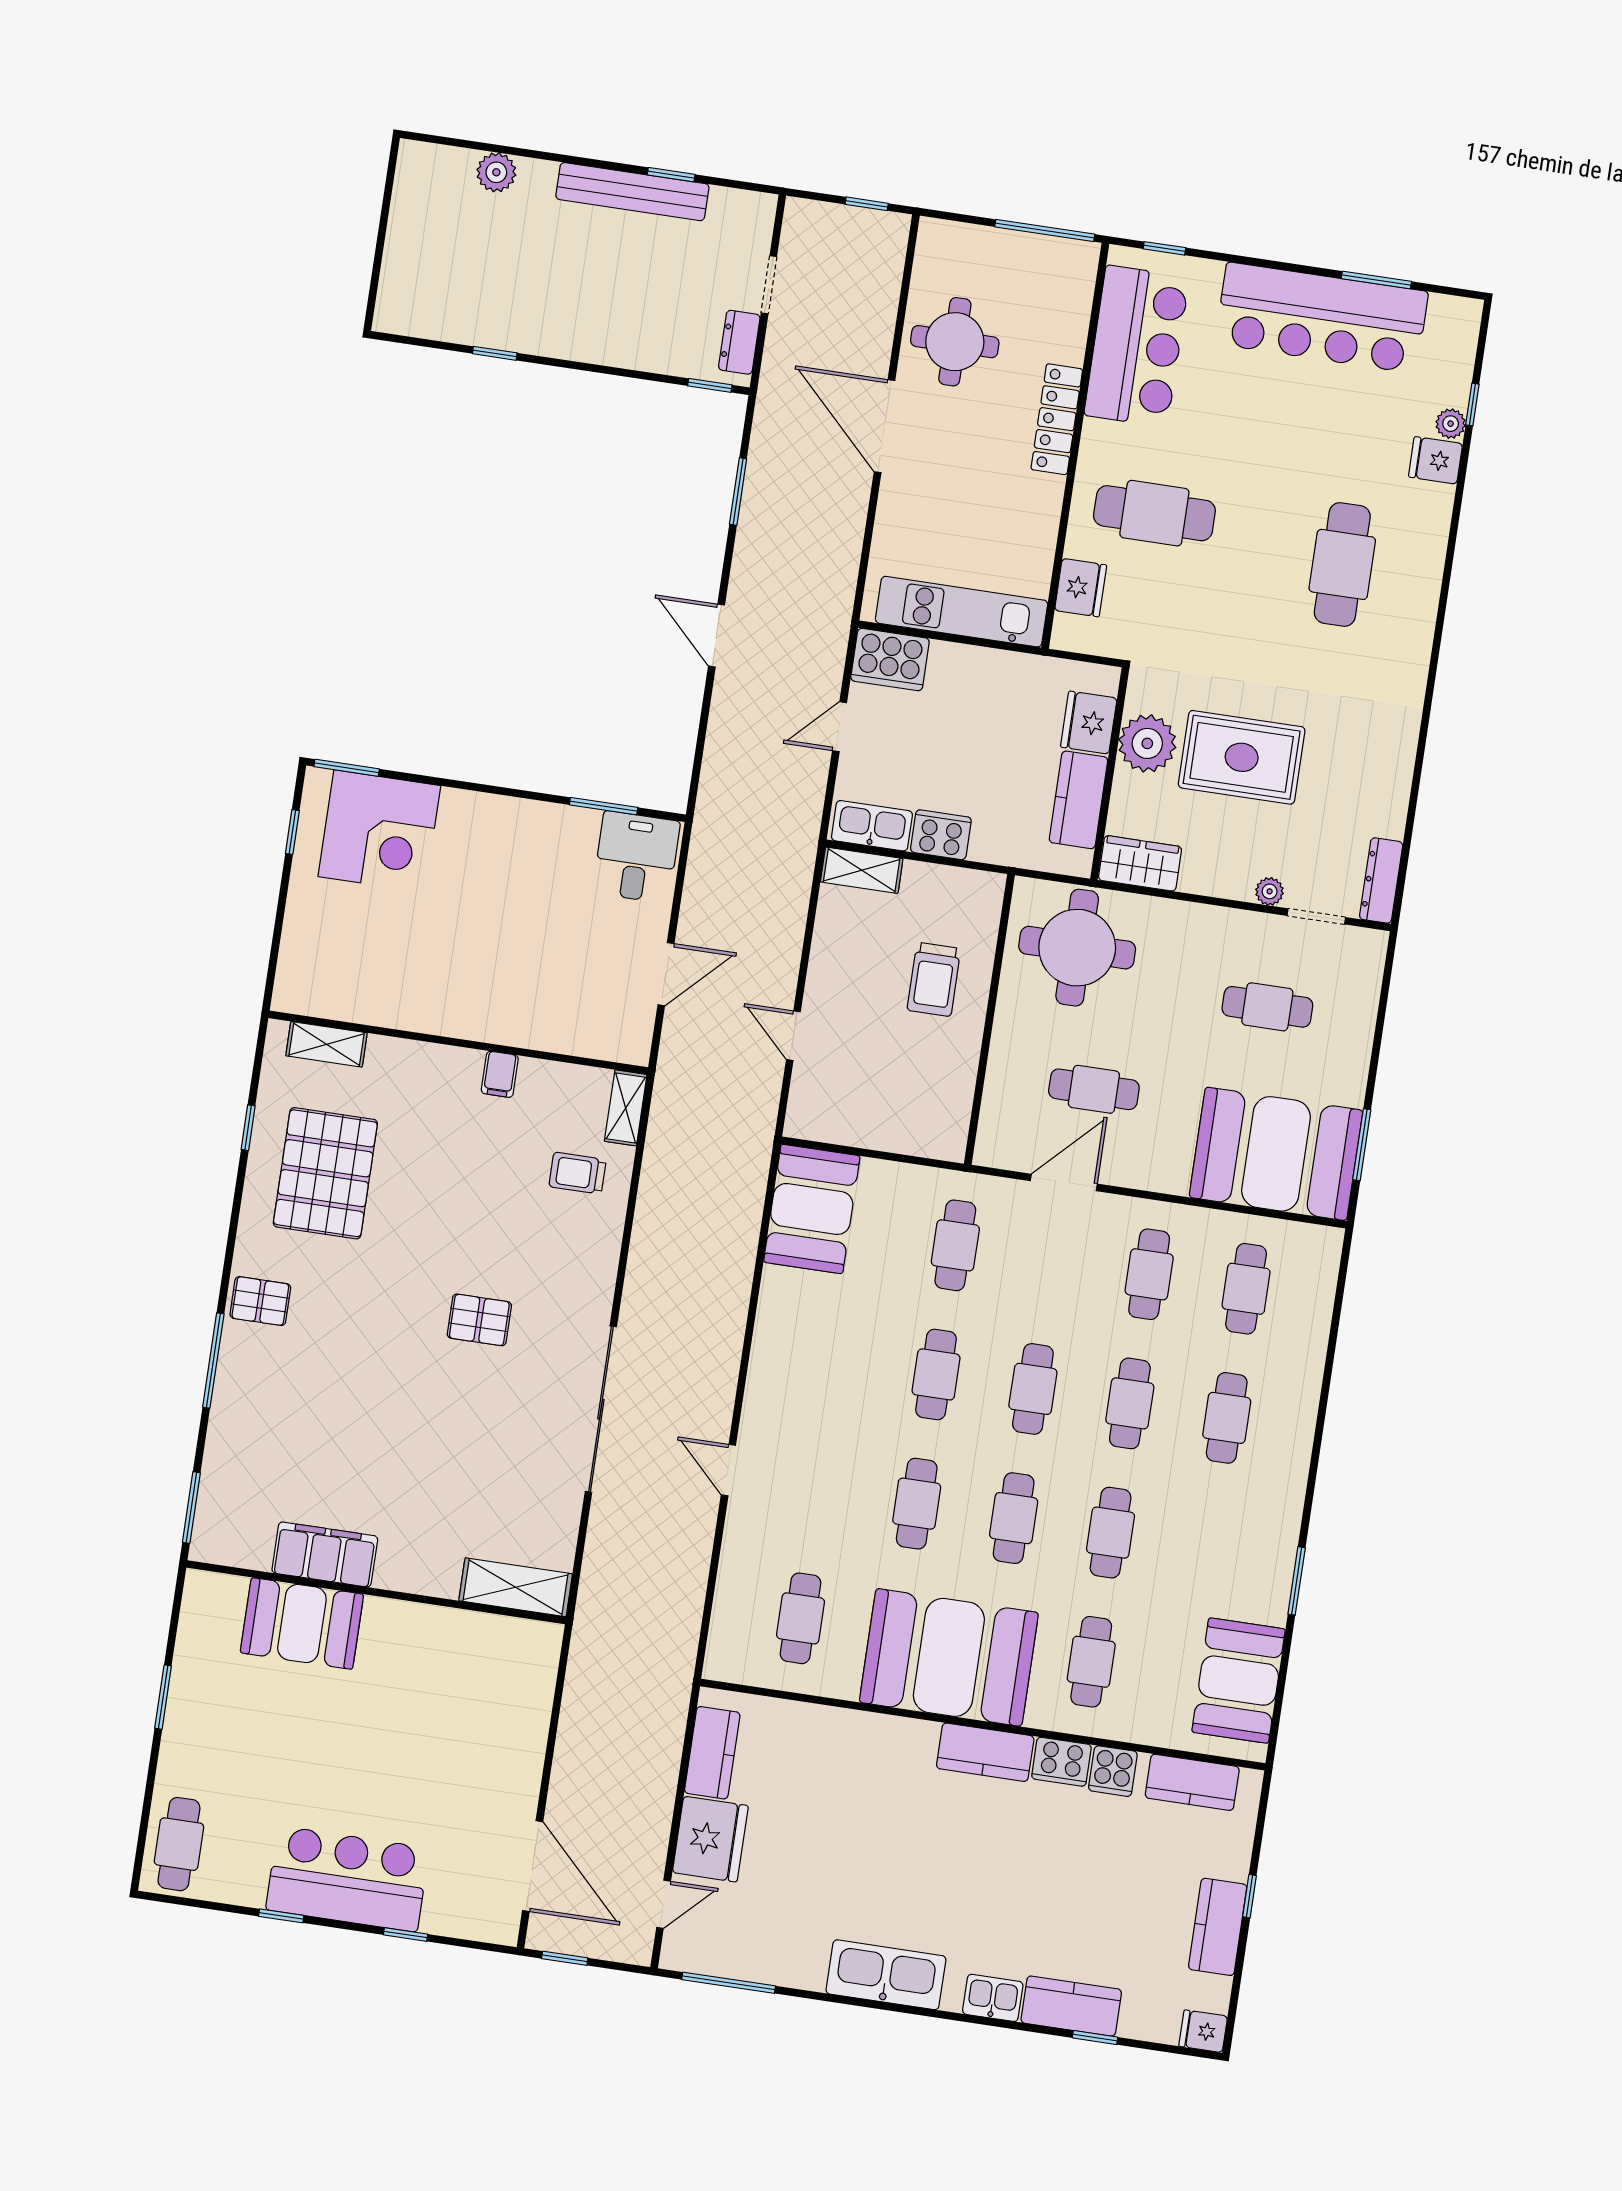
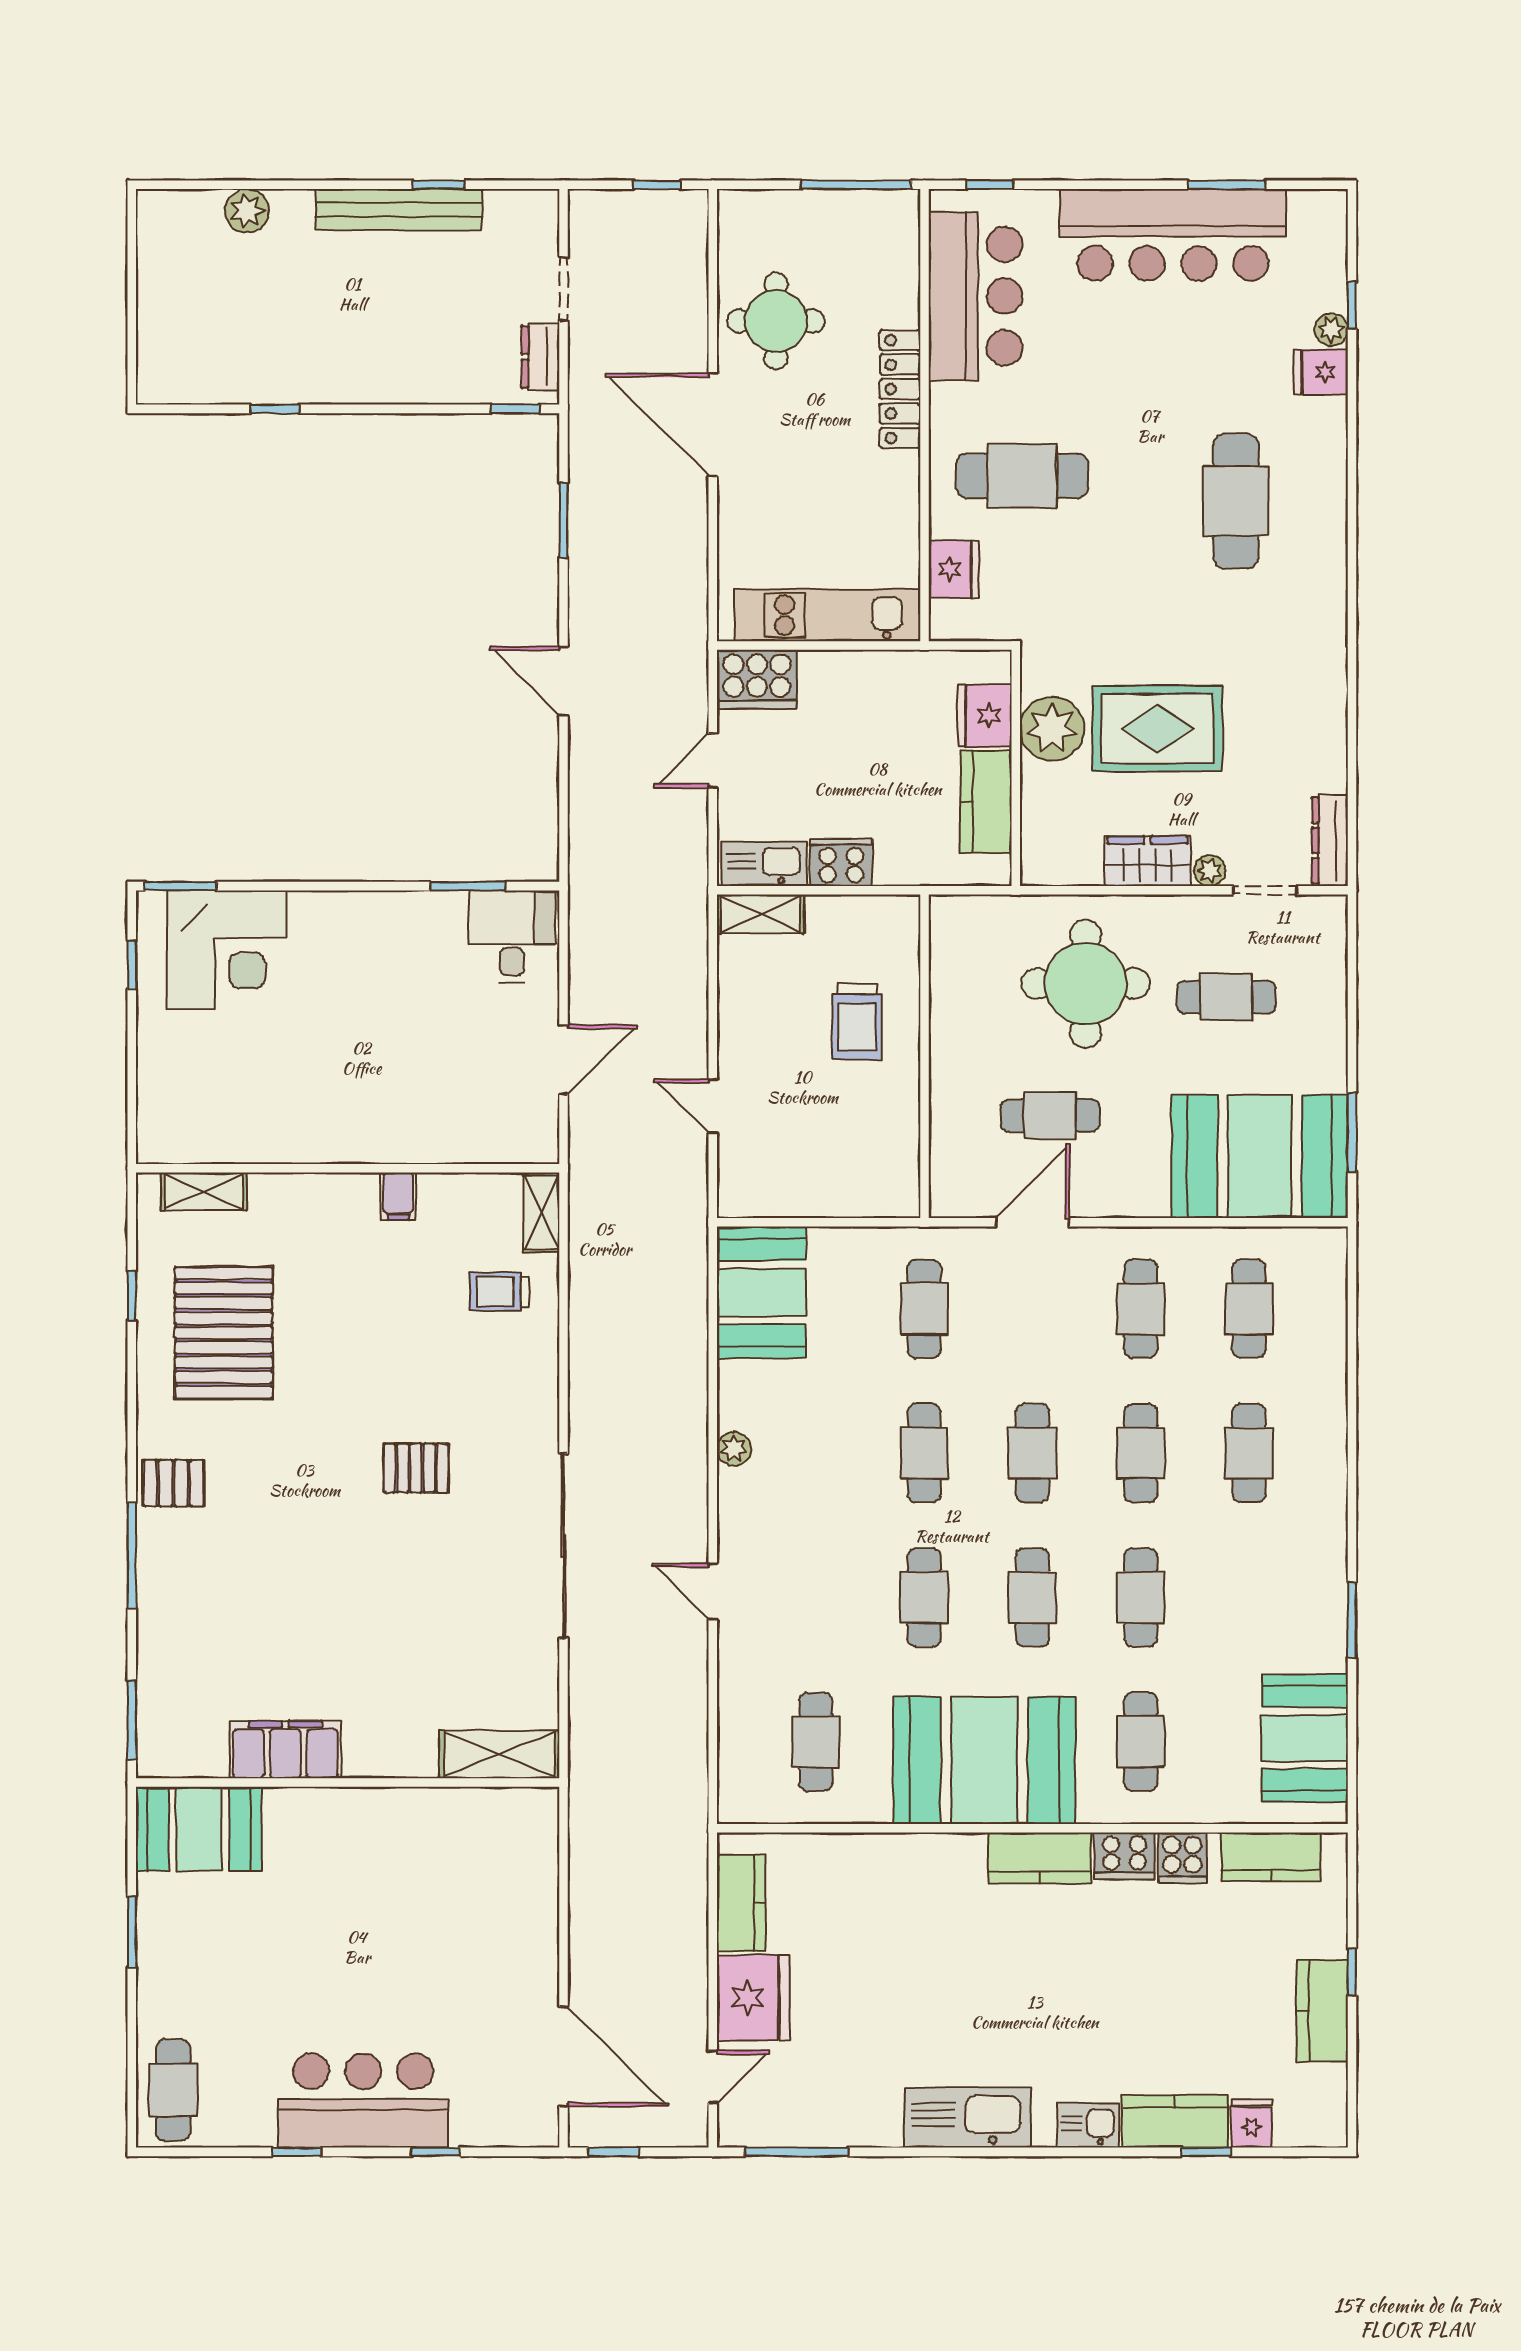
wardrobe: (1140, 863) -> (1148, 861), moved
round table: (1077, 948) -> (1086, 984), moved
plant: (766, 1345) -> (734, 1449), added
booth: (302, 1623) -> (199, 1829), moved
fridge: (1203, 2031) -> (1252, 2123), moved, turned 90

